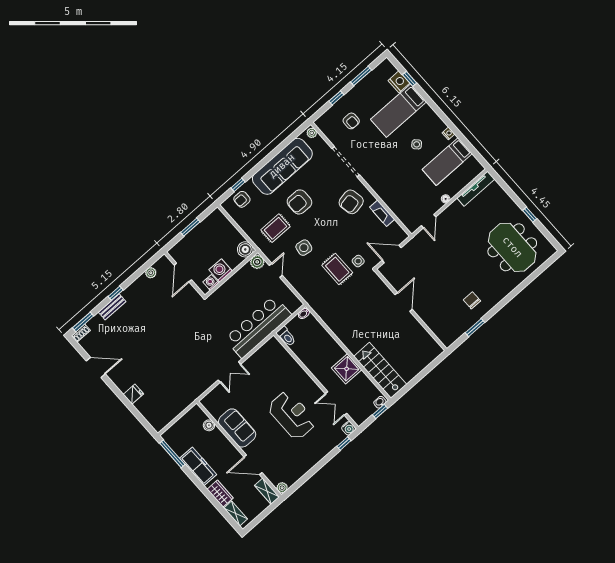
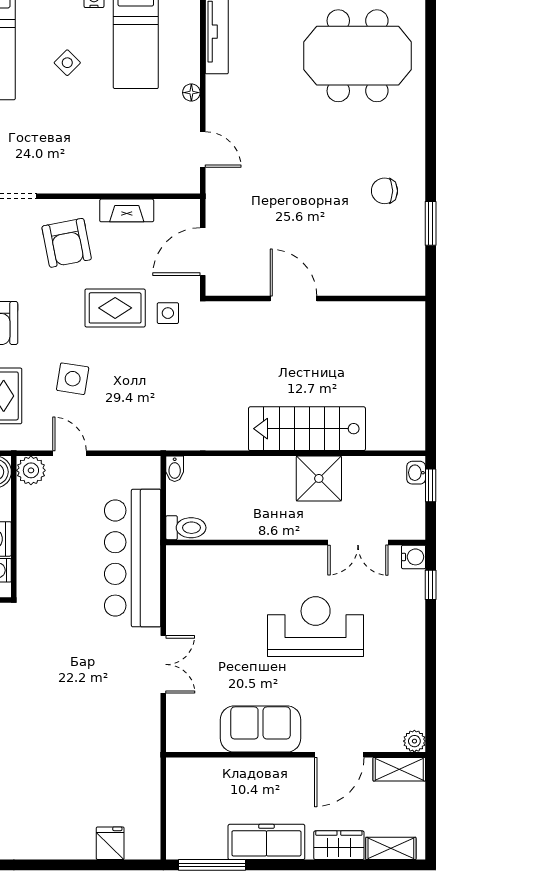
rug: (337, 269) -> (115, 308), moved
stairs: (380, 370) -> (307, 429), moved
fridge: (133, 394) -> (110, 843), moved
boiler: (209, 425) -> (218, 769), removed

